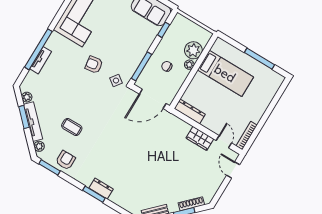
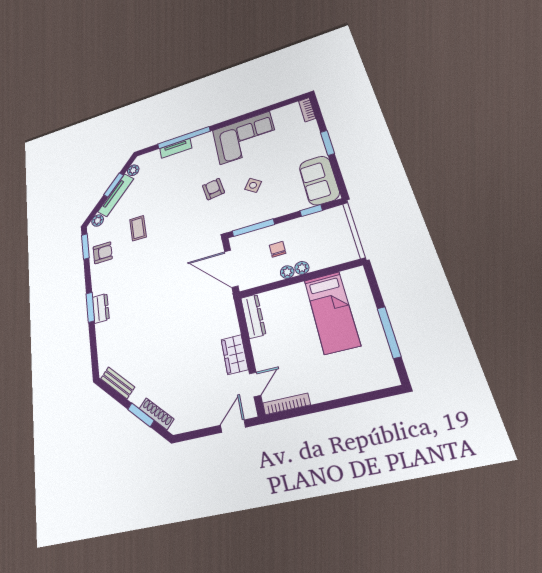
plant: (193, 50) -> (287, 272), moved, width x0.53, depth x0.53
side table: (116, 81) -> (253, 185), moved

